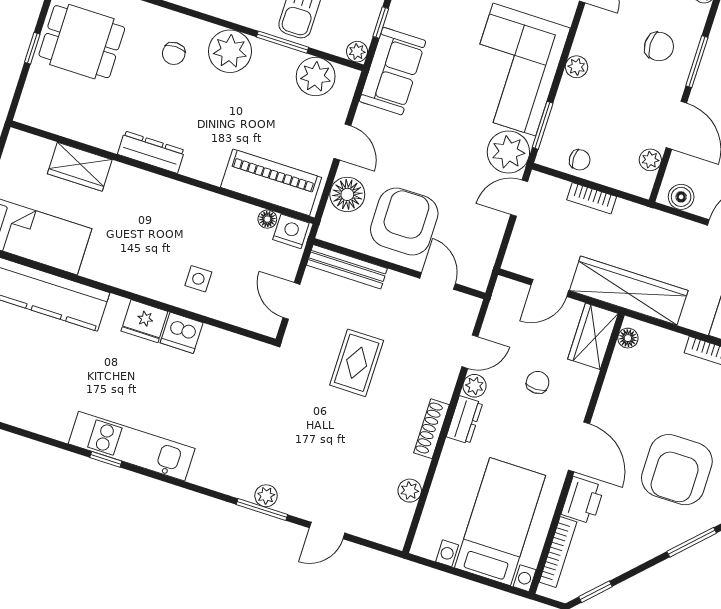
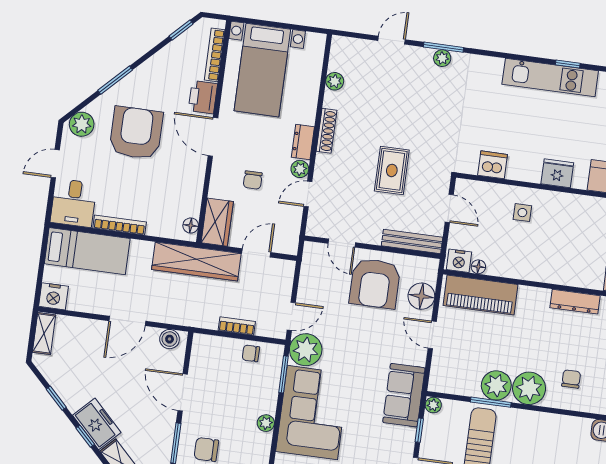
plant: (316, 77) -> (496, 385), moved
plant: (650, 160) -> (198, 363), removed
dishwasher: (182, 333) -> (493, 165), moved

